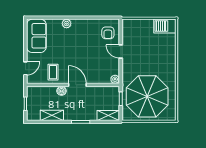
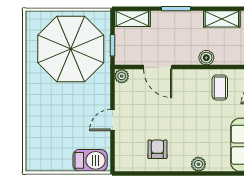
barbecue: (165, 26) -> (90, 160), moved
armchair: (108, 33) -> (157, 149), moved
door: (121, 51) -> (113, 120), swing flipped
door: (77, 85) -> (158, 67), moved

